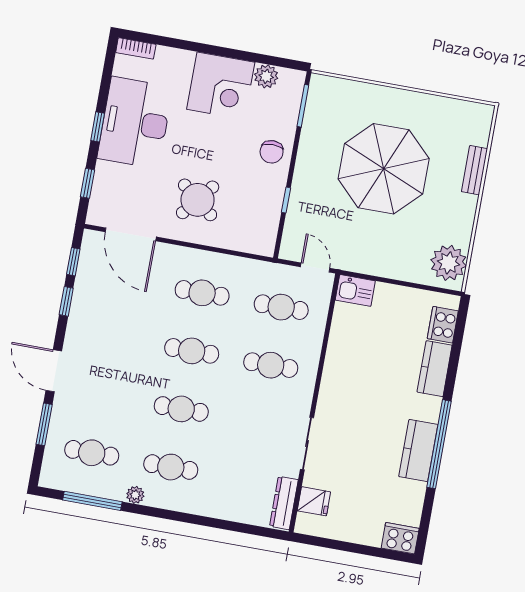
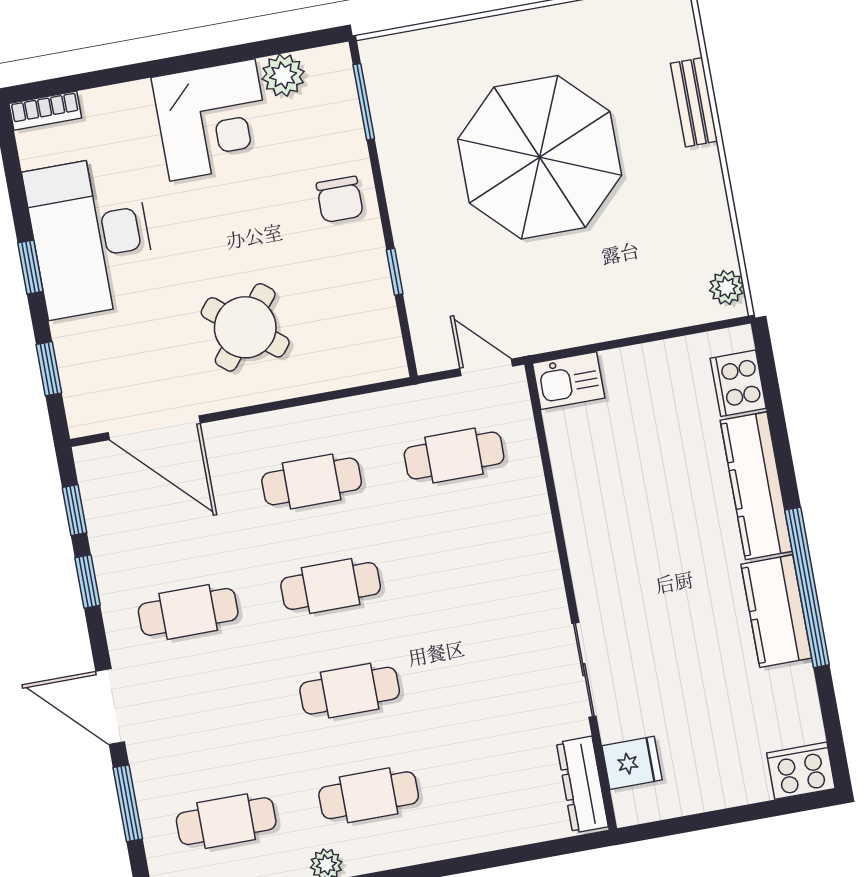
plant: (449, 263) -> (726, 287), width x0.53, depth x0.53
cafe table: (271, 365) -> (188, 612), moved
kitchen counter: (435, 369) -> (756, 486), width x1.50

